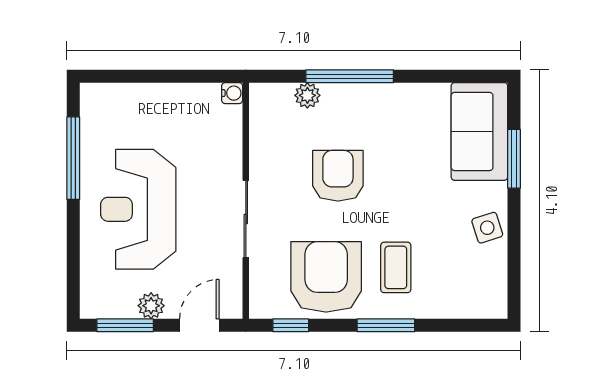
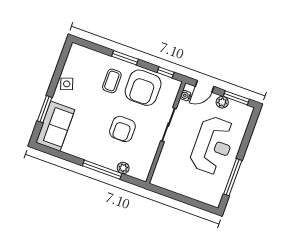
water cooler: (232, 93) -> (186, 96), moved

